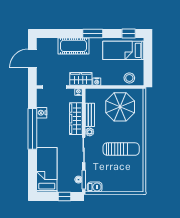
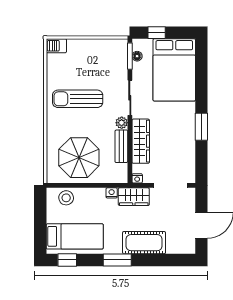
nightstand: (42, 113) -> (189, 149), removed
window: (32, 129) -> (201, 127), width x0.47
bed: (47, 170) -> (174, 70), width x1.50
barbecue: (95, 187) -> (56, 46), moved

